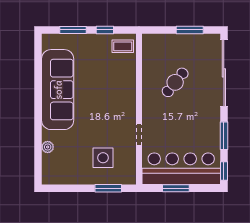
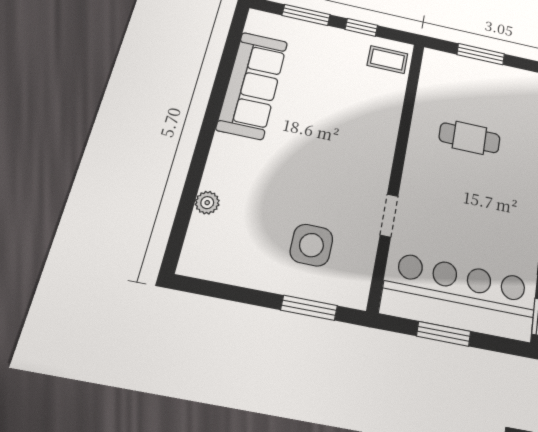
window: (190, 30) -> (481, 54), moved
cafe table: (175, 82) -> (470, 138), turned 51
sofa: (58, 90) -> (252, 85), width x0.74, depth x0.79

